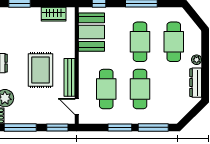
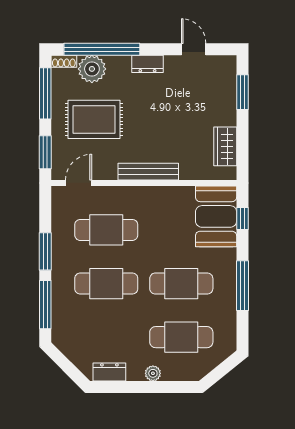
booth: (91, 32) -> (216, 216), moved, turned 90
rug: (40, 70) -> (94, 119), moved
bench: (70, 77) -> (148, 172), moved
dresser: (196, 83) -> (109, 372), width x0.70

